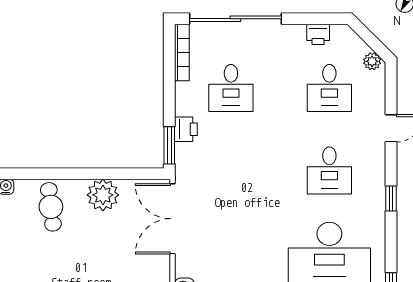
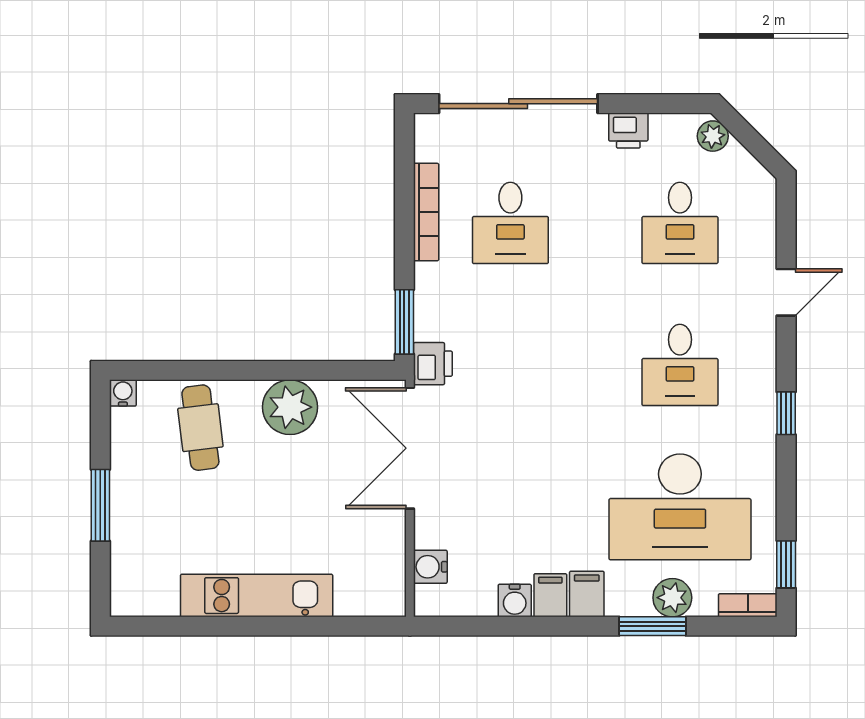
printer: (318, 34) -> (628, 131), moved
bookcase: (182, 52) -> (426, 212), moved
plant: (372, 61) -> (713, 136), moved
printer: (186, 129) -> (433, 364), moved

